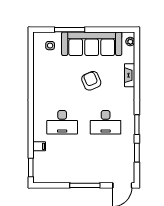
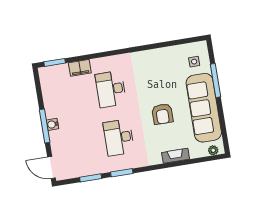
armchair: (91, 81) -> (162, 114), turned 113
filing cabinet: (39, 146) -> (80, 68), width x2.00
water cooler: (85, 178) -> (52, 124), added

